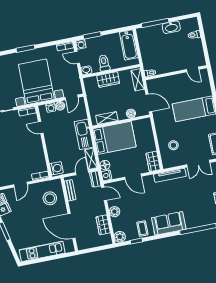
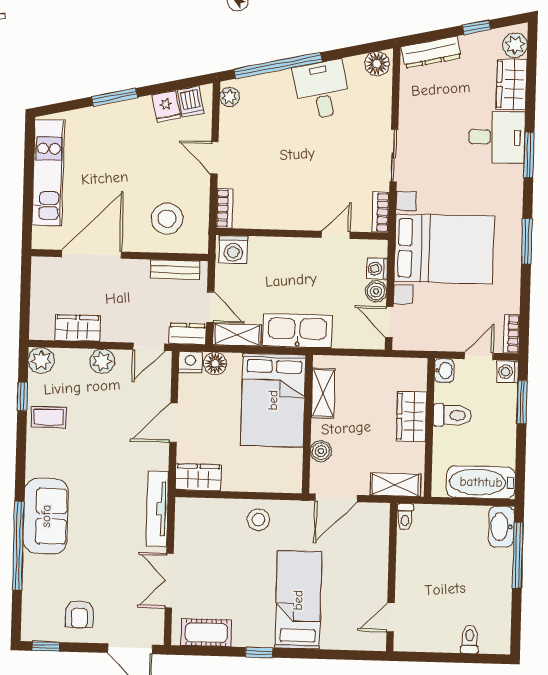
washbasin: (171, 27) -> (501, 527), moved
stool: (173, 145) -> (259, 520), moved
sofa: (169, 223) -> (46, 516), moved

